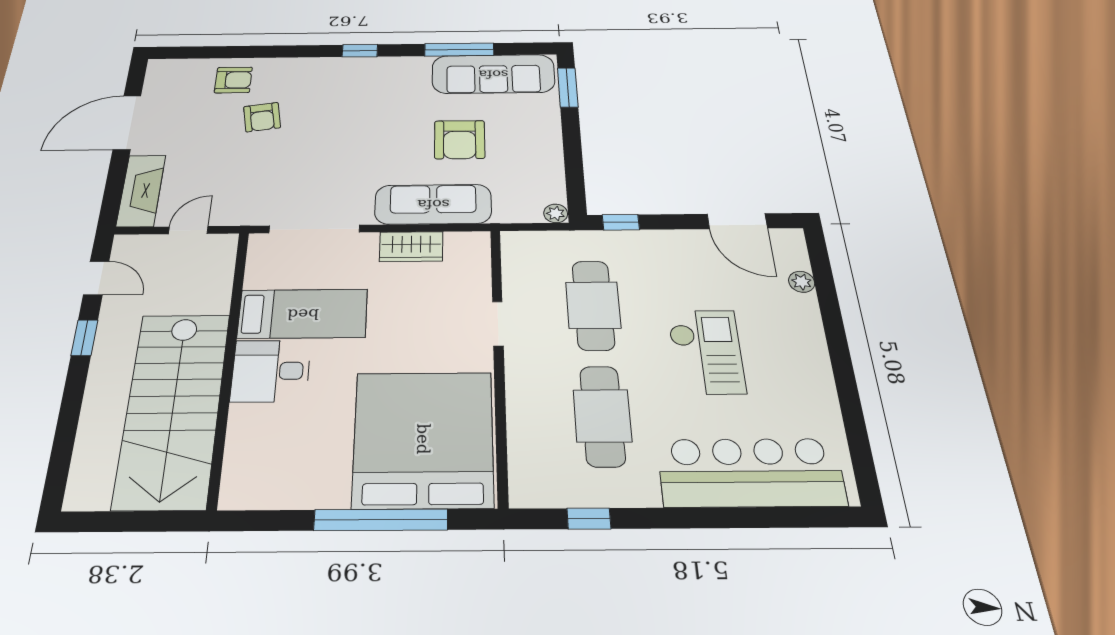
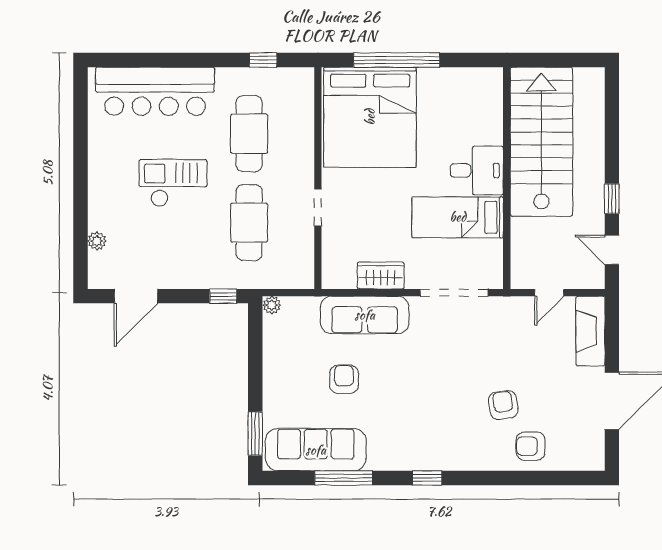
armchair: (460, 140) -> (344, 379), width x0.72, depth x0.72
door: (737, 221) -> (136, 296), swing flipped
checkout: (706, 352) -> (173, 183), turned 90

